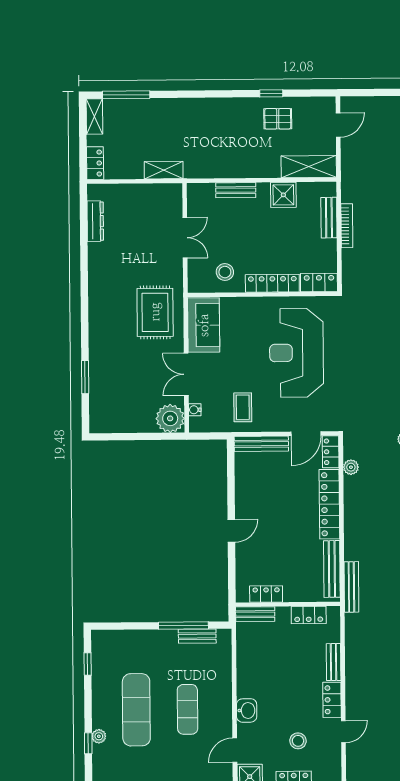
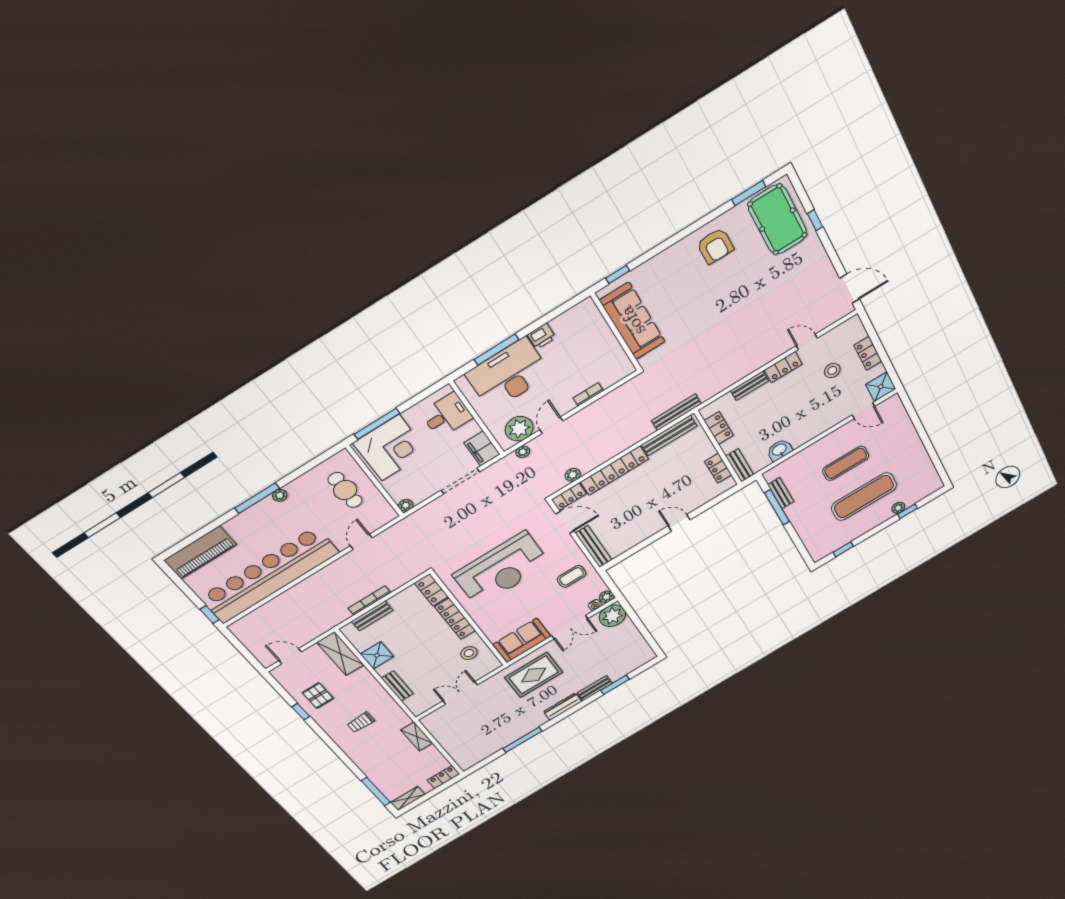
trolley: (219, 134) -> (361, 722), added
dresser: (95, 221) -> (563, 707), moved
window: (84, 258) -> (522, 740), added
bench: (96, 357) -> (595, 688), added
plant: (196, 425) -> (606, 597), added
washbasin: (247, 710) -> (779, 450), moved

